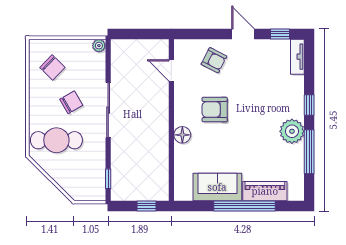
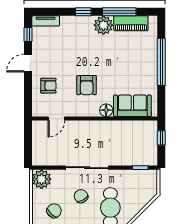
plant: (99, 46) -> (42, 179), width x1.88, depth x1.88
armchair: (214, 60) -> (48, 86), turned 63
sofa: (217, 187) -> (132, 106), moved, turned 90
piano: (265, 191) -> (131, 23), moved, turned -90

